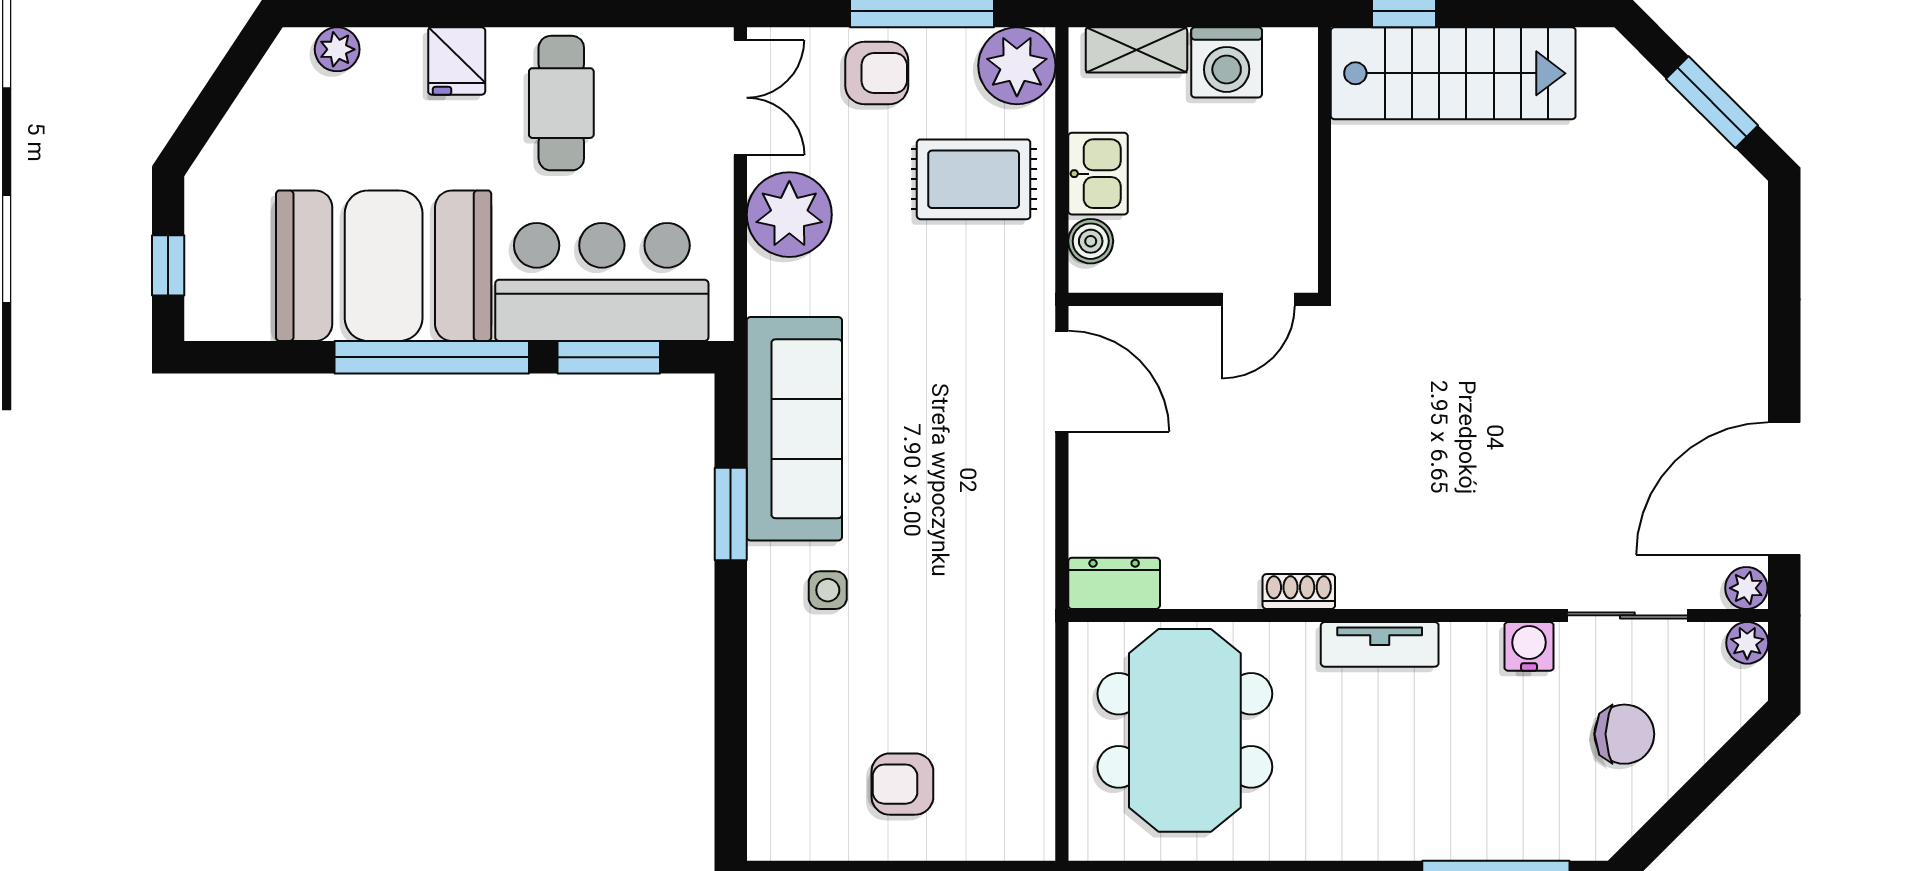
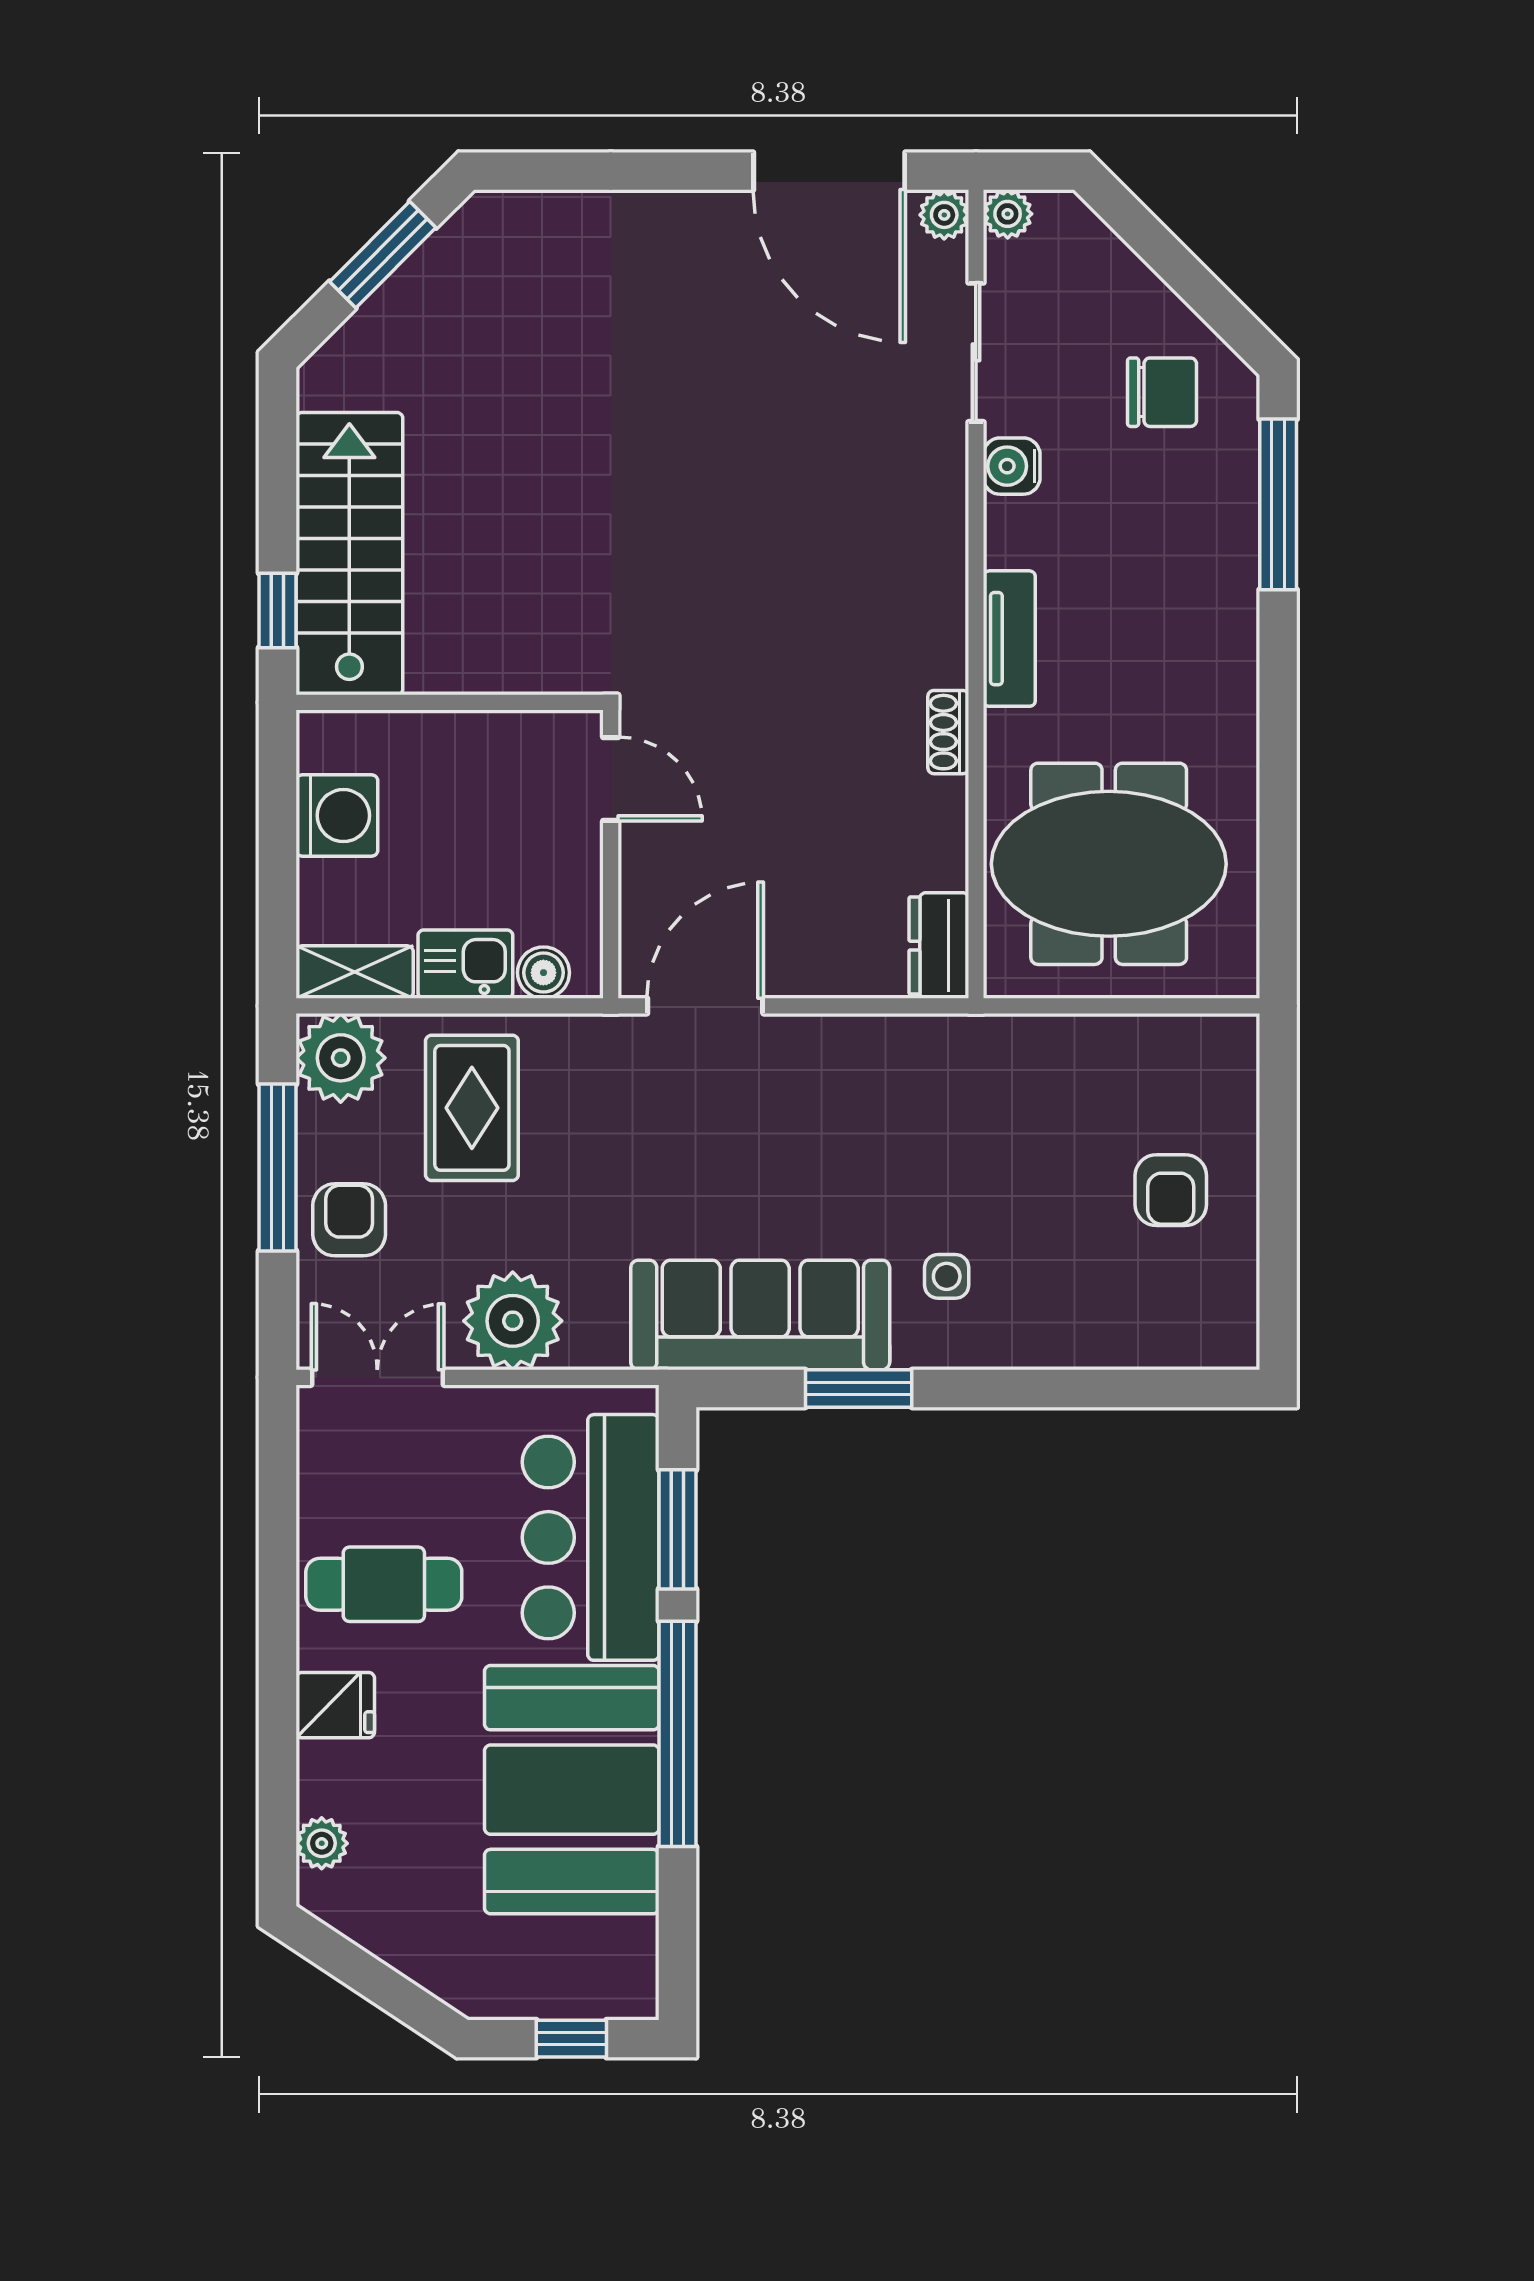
shelving: (1136, 50) -> (355, 972), moved, turned 90
chair: (1624, 734) -> (1162, 392), moved, turned 90

